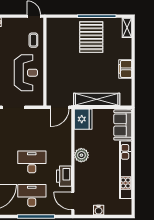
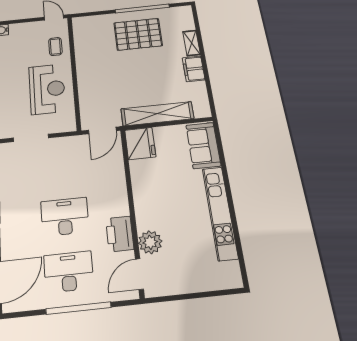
shelving: (127, 28) -> (192, 43), moved
pallet: (91, 37) -> (138, 34), turned 90
plant: (81, 155) -> (150, 242), moved
door: (73, 201) -> (139, 274), hinge flipped
water cooler: (99, 210) -> (186, 285), removed

